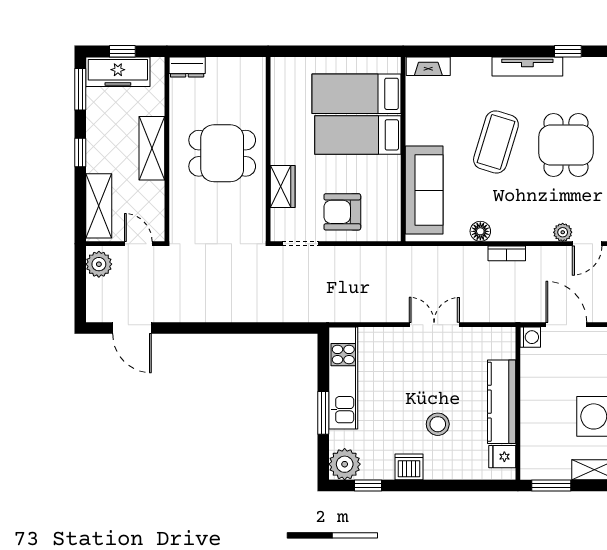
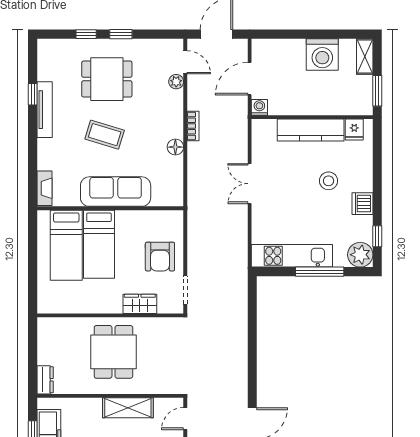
window: (568, 51) -> (33, 94), moved
coffee table: (496, 142) -> (105, 135), width x0.73, depth x0.76
shelving: (152, 148) -> (128, 408), moved
sofa: (424, 190) -> (116, 192), moved
window: (323, 413) -> (320, 272), width x1.44

